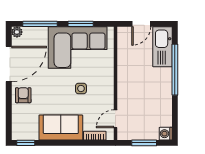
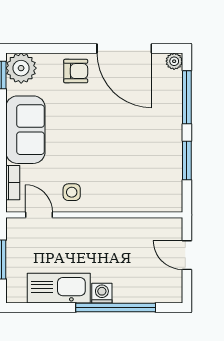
kitchen sink: (163, 47) -> (59, 288), moved
corner sofa: (78, 48) -> (150, 156), removed
side table: (81, 89) -> (72, 192), moved
plant: (21, 130) -> (21, 68), added
washing machine: (166, 134) -> (102, 293), moved

